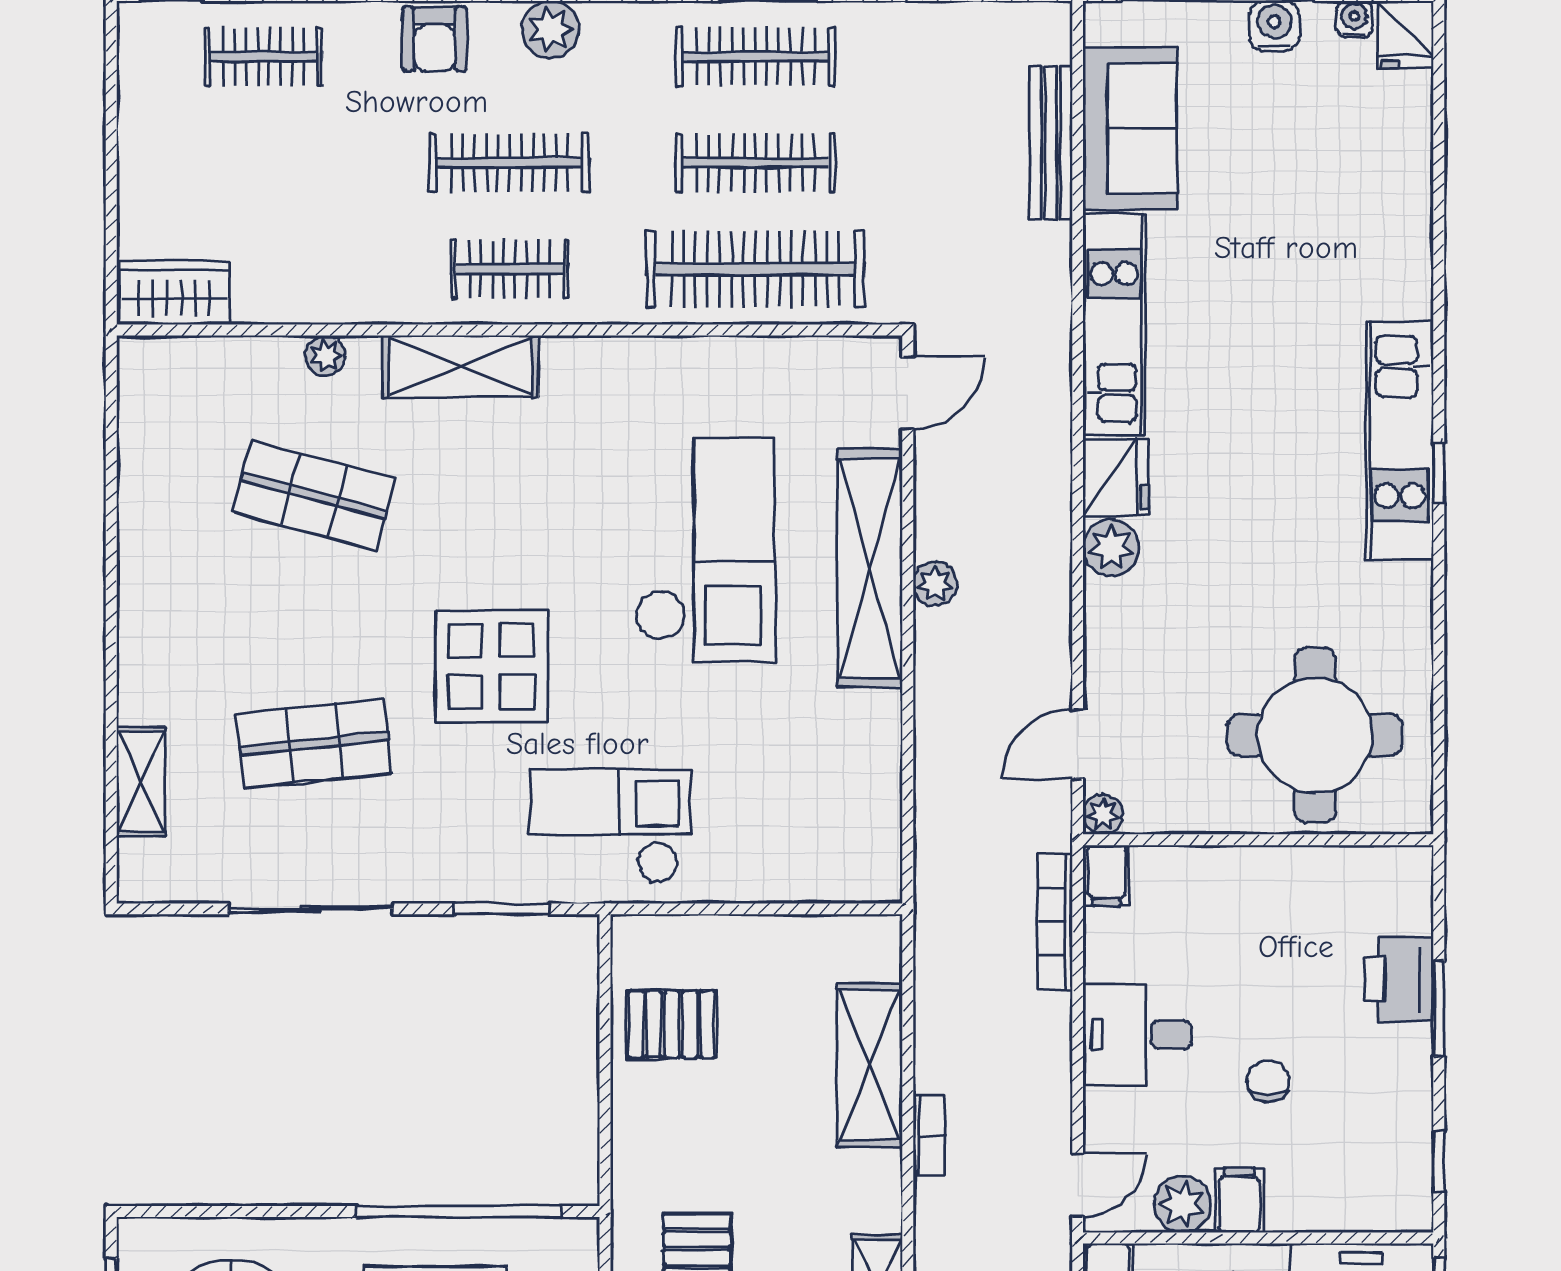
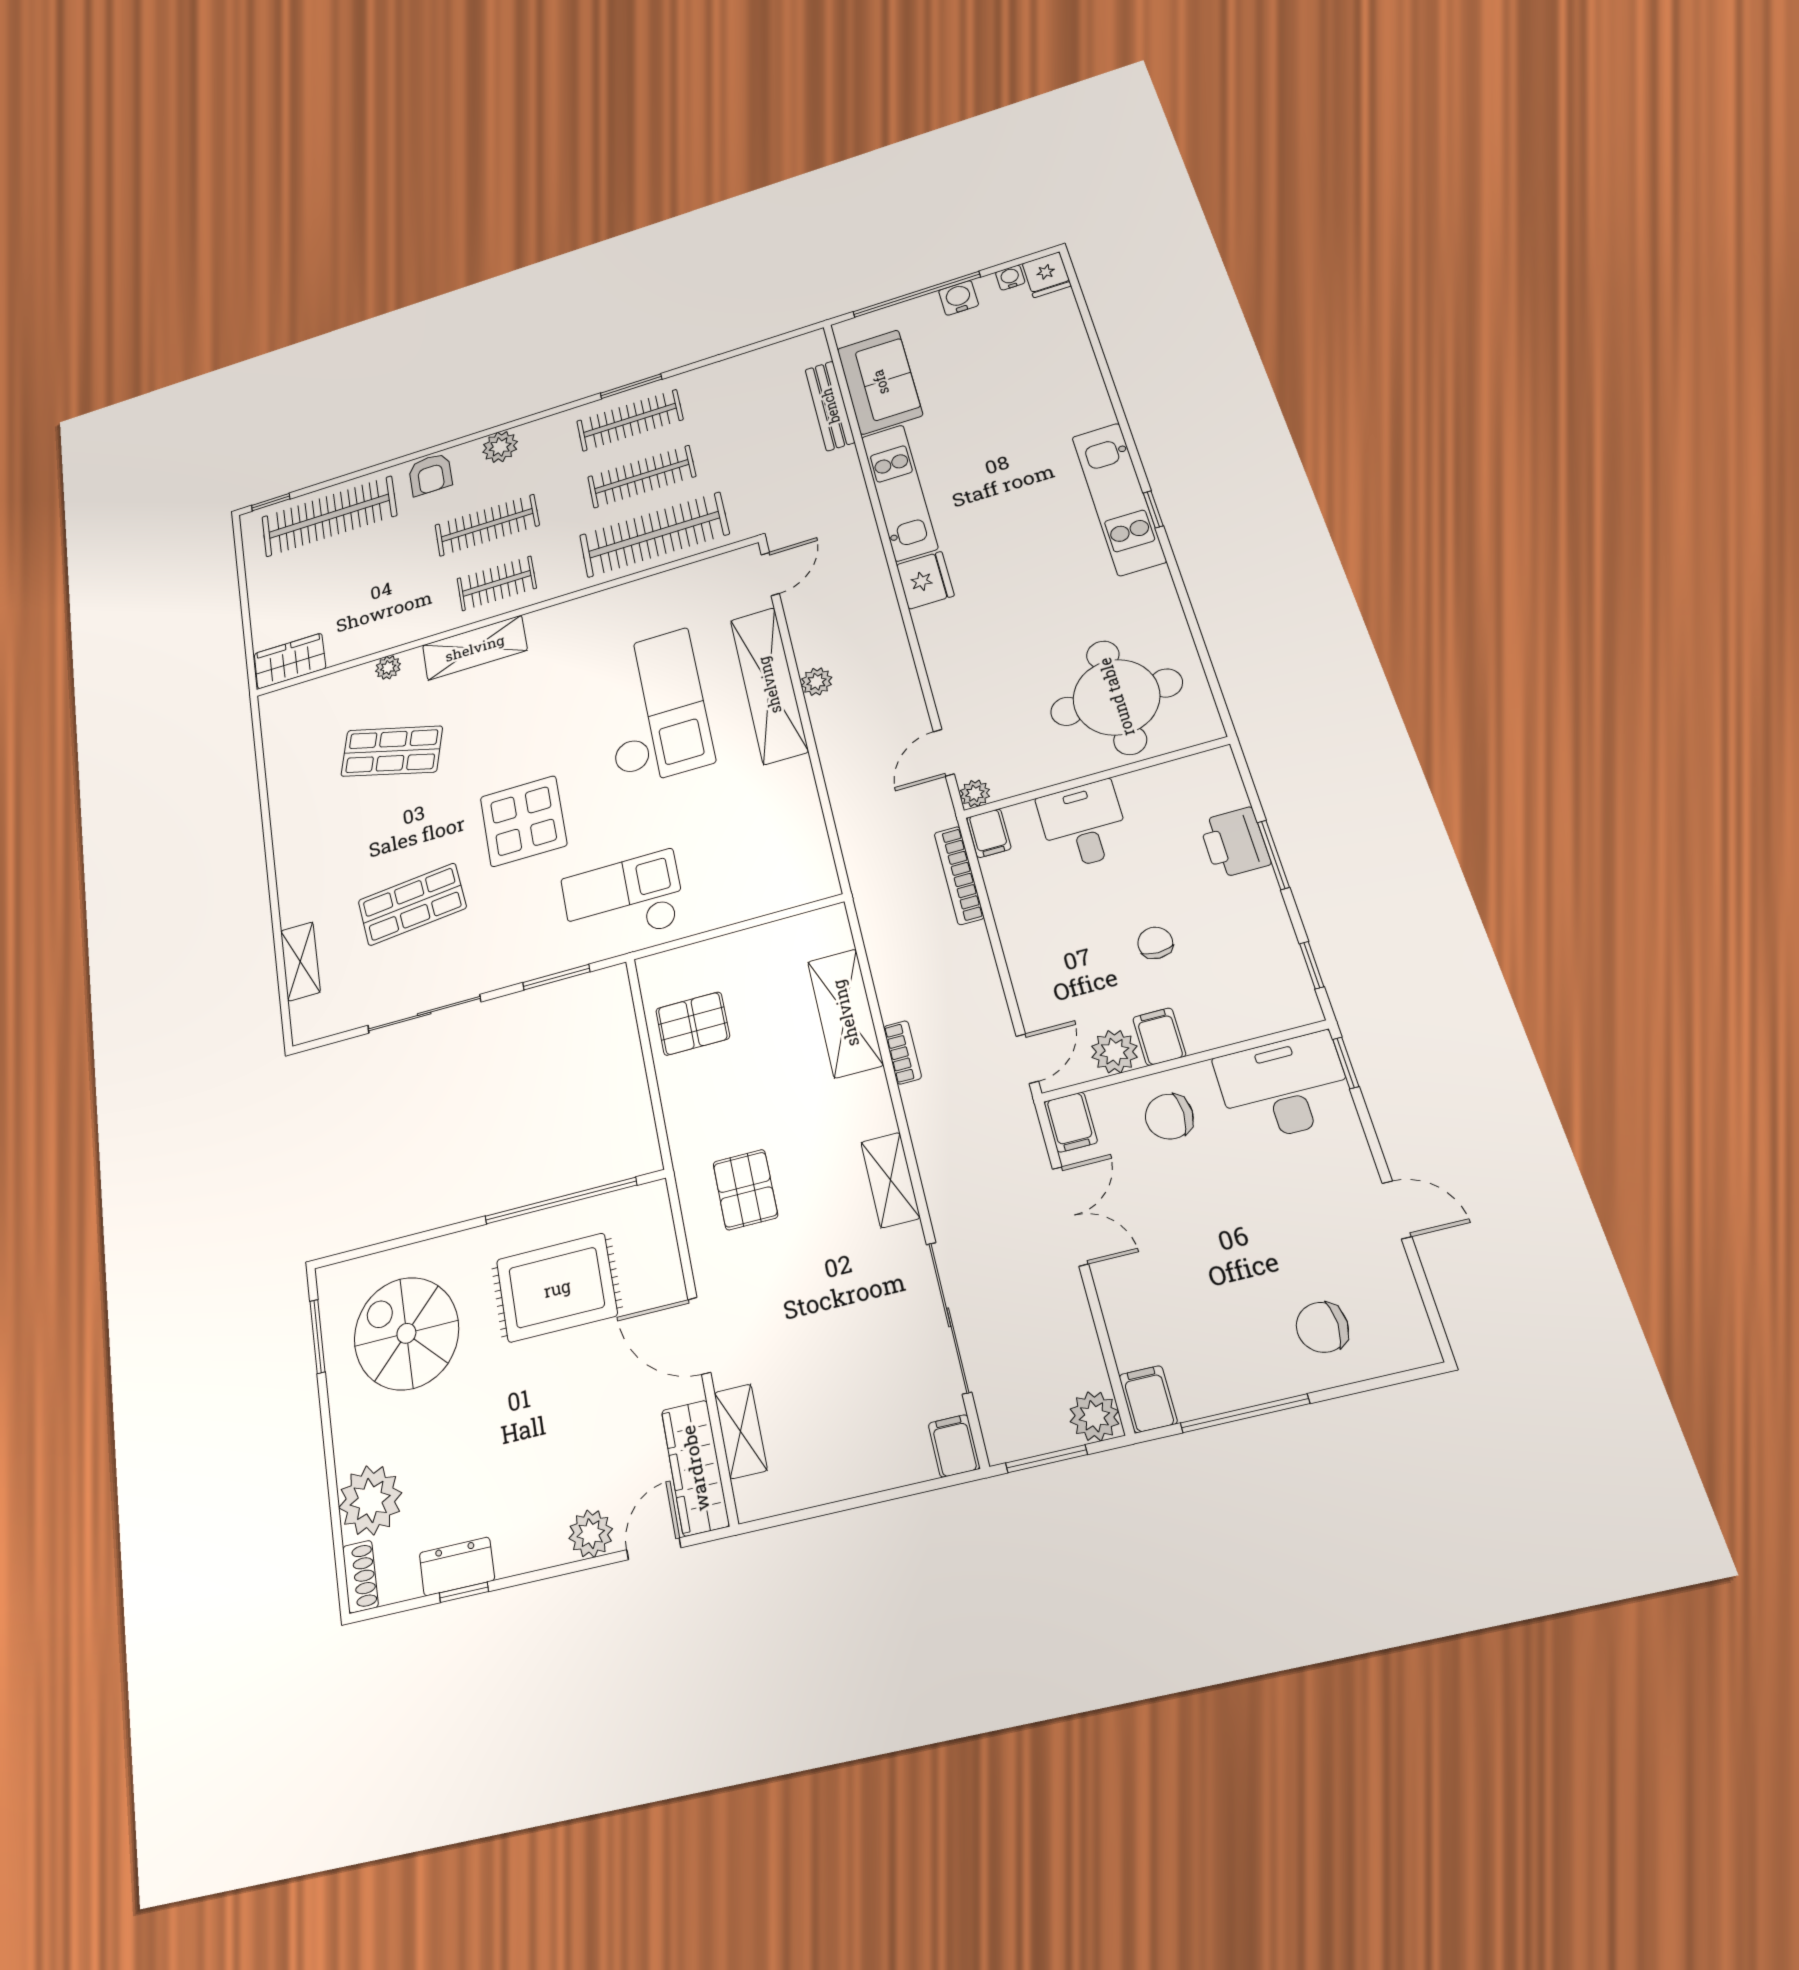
clothes rail: (264, 56) -> (329, 516), width x1.86, depth x1.31
plant: (1111, 548) -> (934, 623), removed
desk: (1138, 1035) -> (1083, 825), moved, turned 90

